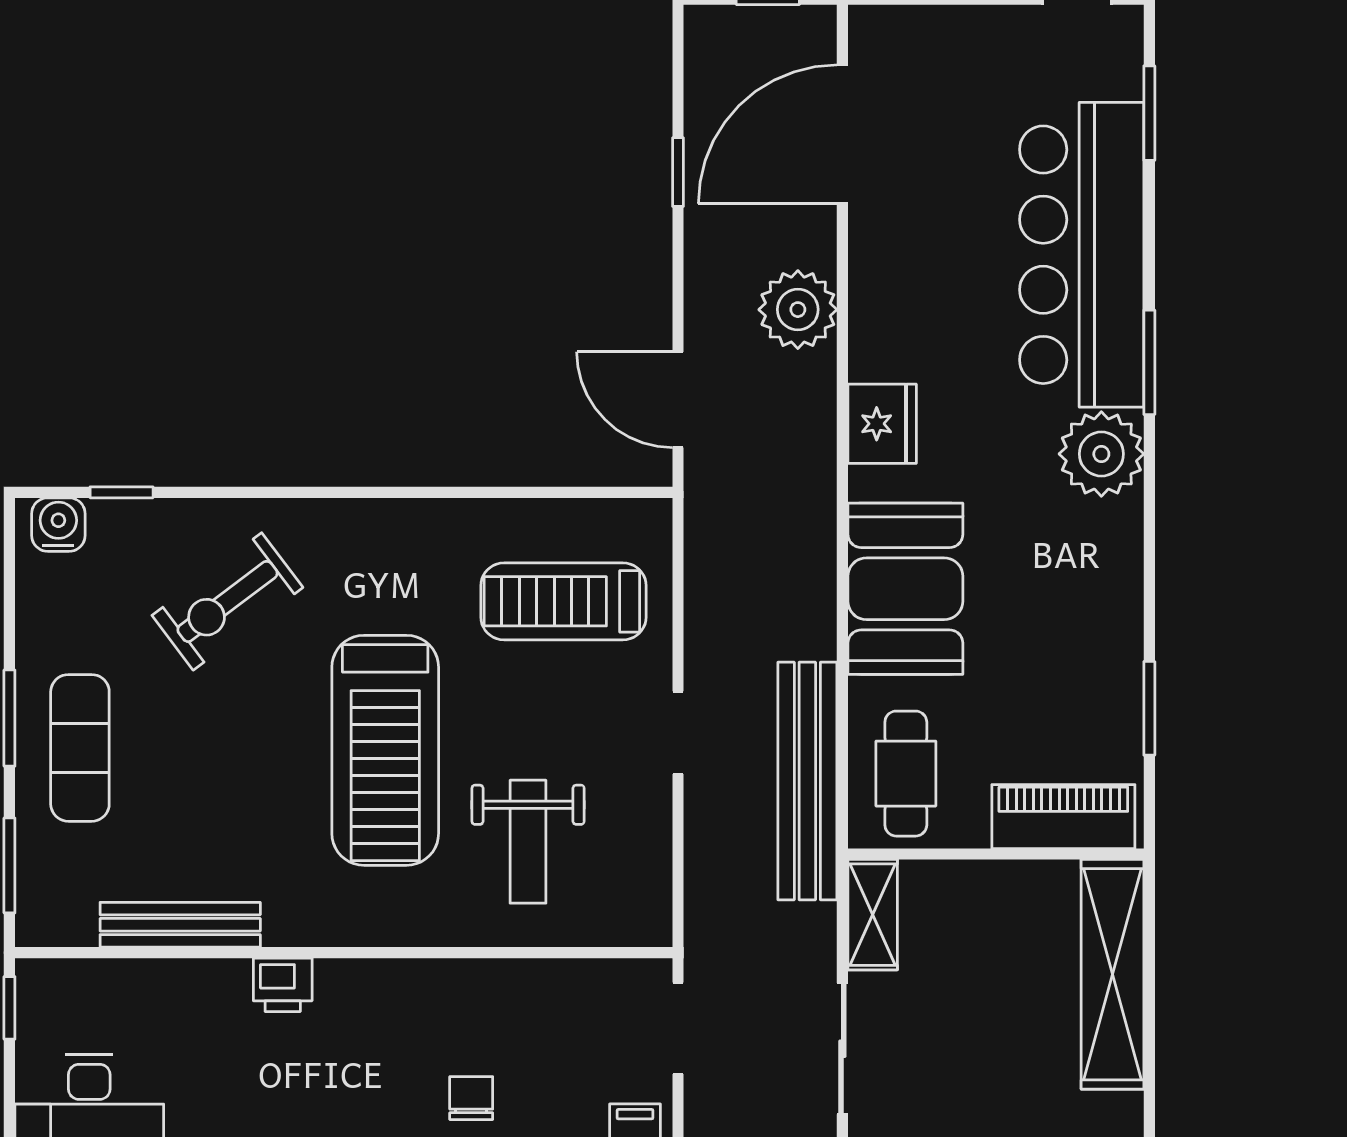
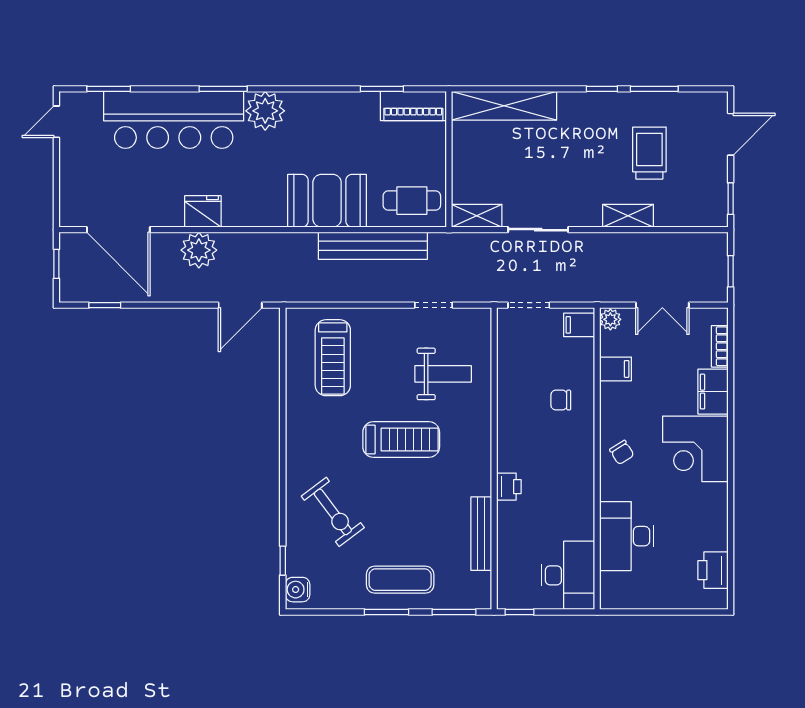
window: (678, 172) -> (105, 305), moved
fridge: (882, 424) -> (203, 211), moved
doorway: (678, 733) -> (433, 305), moved
treadmill: (385, 750) -> (401, 440), width x0.73, depth x0.73
bench: (807, 781) -> (373, 246), moved
piano: (1063, 817) -> (413, 106), moved, turned -90

